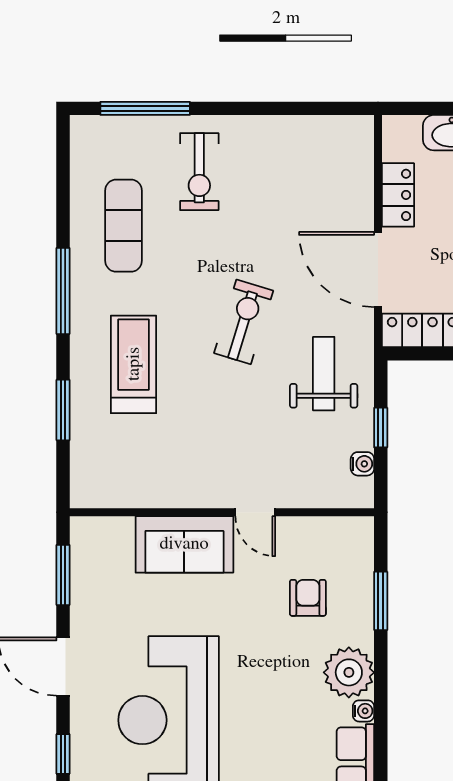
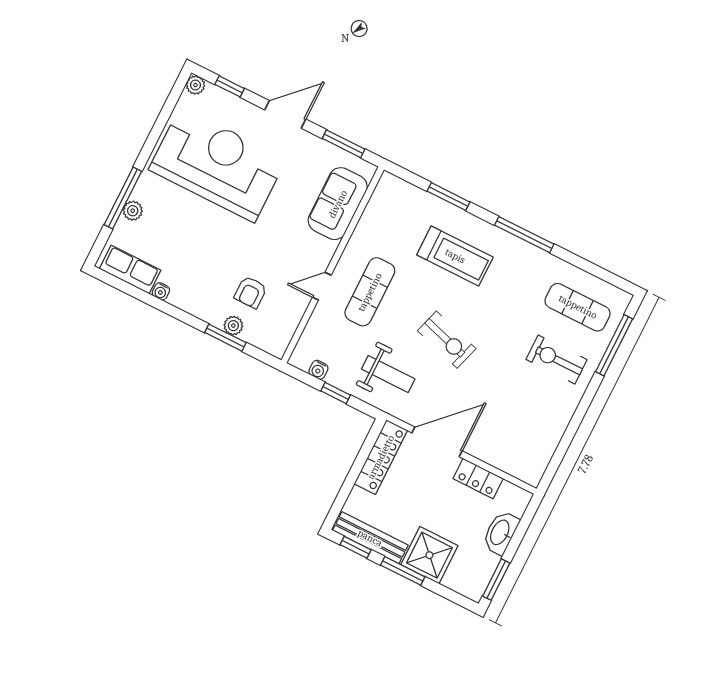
exercise mat: (124, 226) -> (578, 307), moved
exercise mat: (232, 449) -> (370, 292), added
sofa: (184, 544) -> (338, 204), moved
armchair: (308, 598) -> (251, 292), turned 90
plant: (349, 672) -> (233, 326), moved, width x0.53, depth x0.53

